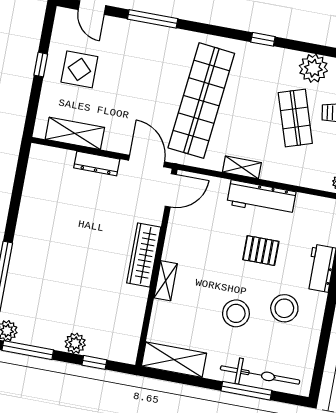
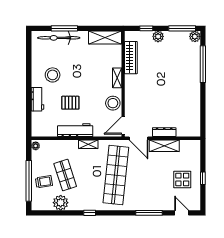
shelving: (75, 133) -> (164, 146), moved
wardrobe: (144, 255) -> (131, 58), moved
stool: (236, 313) -> (113, 103), moved

